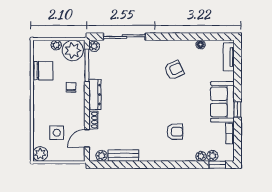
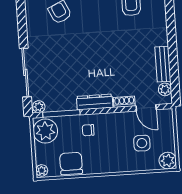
plant: (56, 45) -> (42, 170), moved

